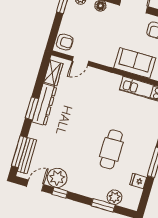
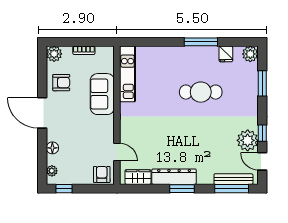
plant: (115, 197) -> (250, 54), moved

